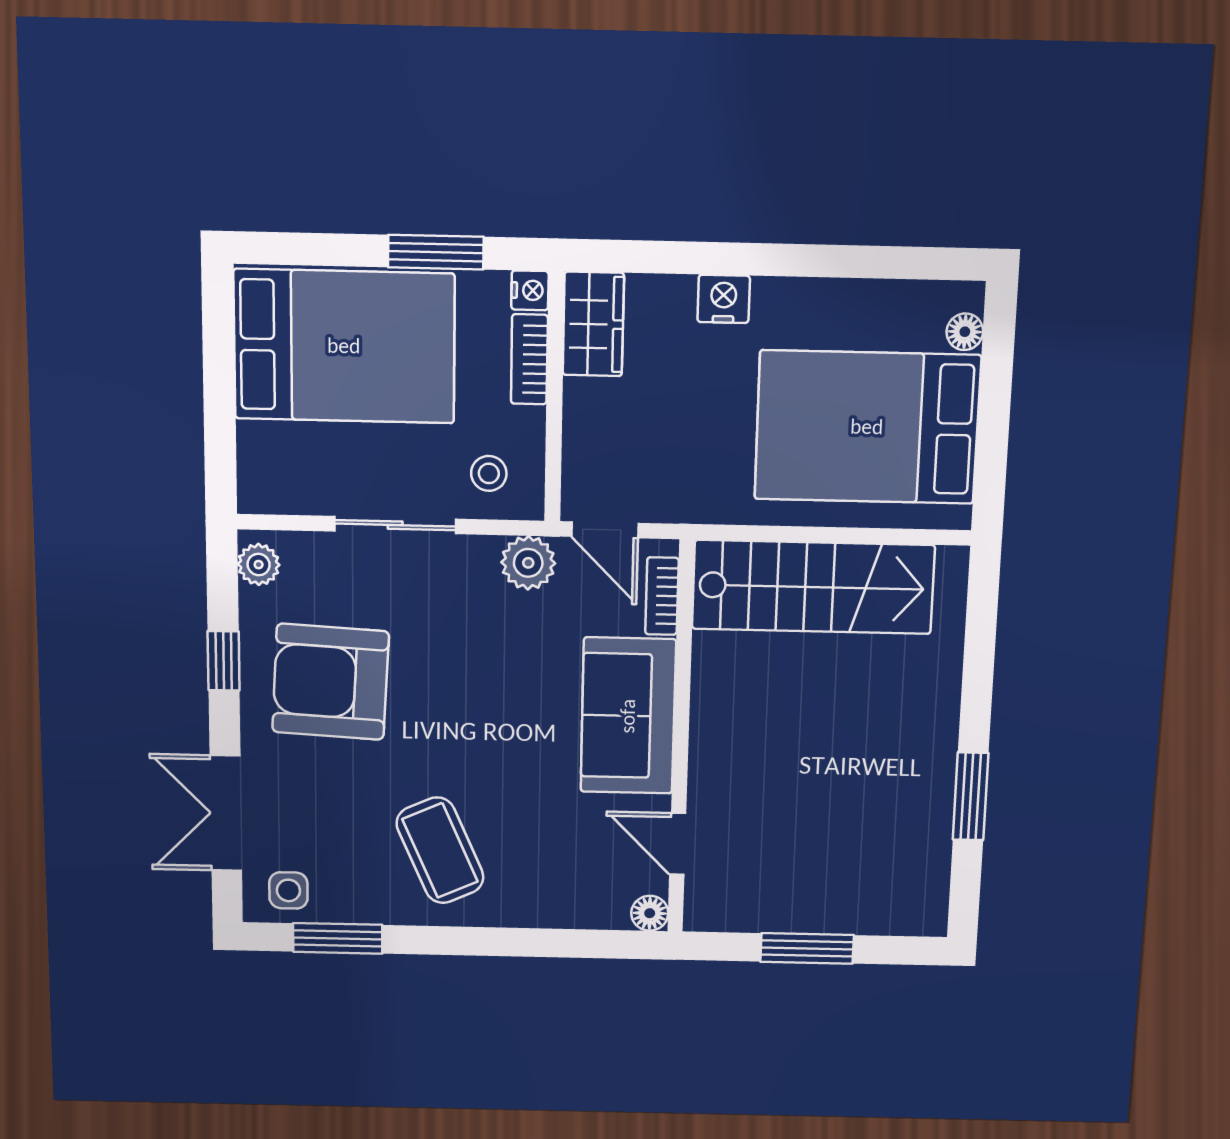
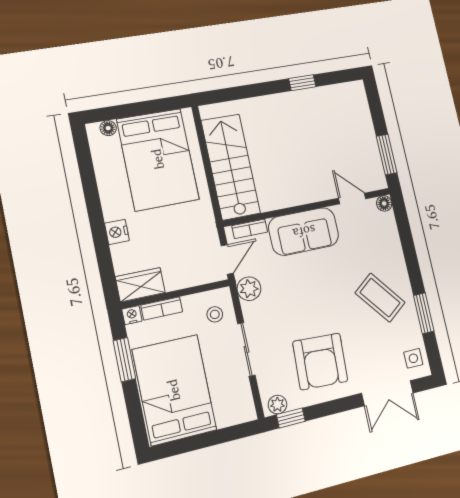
window: (224, 661) -> (291, 418), moved
window: (971, 796) -> (302, 83), width x0.67
door: (678, 844) -> (352, 198), swing flipped
coffee table: (440, 850) -> (380, 298), turned 76
window: (338, 938) -> (424, 313), moved
window: (807, 948) -> (387, 155), moved

